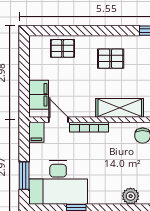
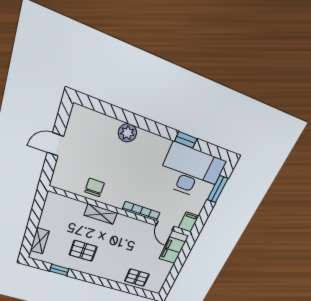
pallet: (111, 59) -> (83, 251), moved
shelving: (120, 108) -> (101, 214), width x0.67, depth x0.75

